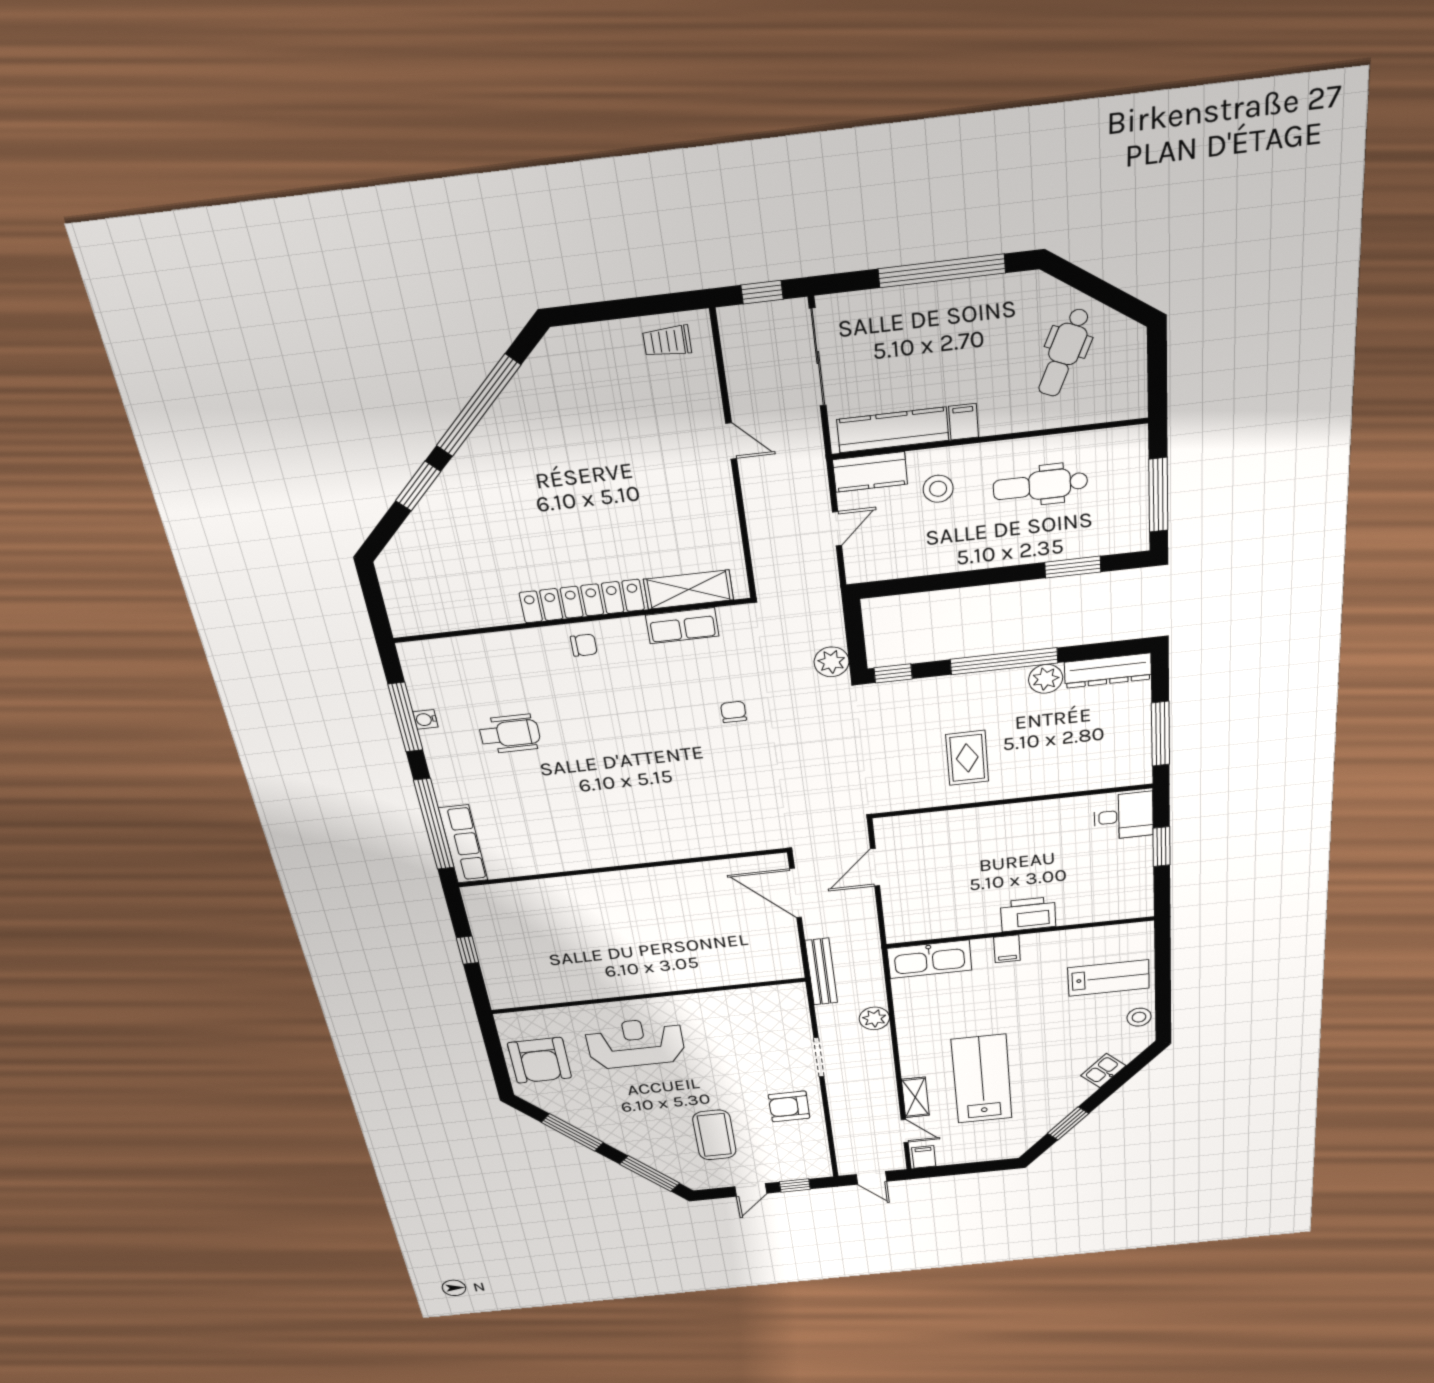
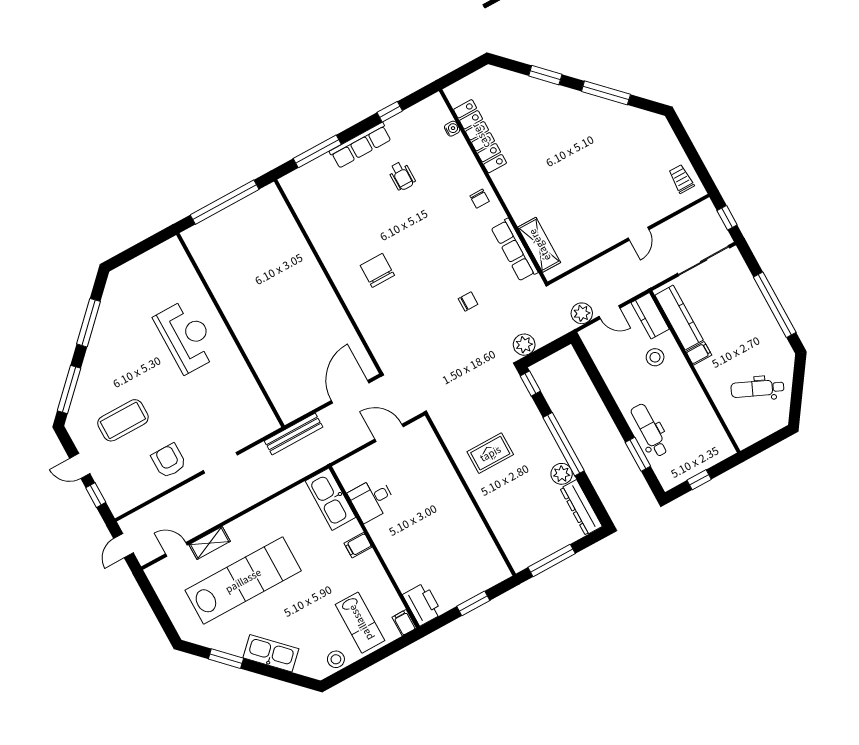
window: (478, 406) -> (606, 93), width x0.68
dental chair: (1040, 485) -> (650, 430), moved
window: (1158, 495) -> (699, 480), width x0.46
locker: (582, 601) -> (480, 136), moved
row of seats: (682, 626) -> (514, 250), width x1.48
window: (405, 717) -> (390, 112), width x0.46
water cooler: (426, 719) -> (452, 129), moved, turned 90
wheelchair: (510, 734) -> (402, 176), width x0.73, depth x0.73
chair: (638, 808) -> (377, 270), added
desk: (1124, 816) -> (372, 499), moved, turned 90
window: (434, 824) -> (317, 151), width x0.68
row of seats: (463, 844) -> (360, 145), moved
printer: (1028, 914) -> (422, 604), moved
window: (468, 950) -> (225, 202), width x3.17
plant: (874, 1018) -> (582, 313), moved
armchair: (540, 1060) -> (147, 279), removed
kitchen sink: (1103, 1071) -> (271, 653), width x1.88, depth x1.24
lab bench: (982, 1079) -> (243, 580), width x1.36
door: (905, 1131) -> (176, 549), swing flipped
filing cabinet: (924, 1157) -> (404, 623), moved, turned -90

